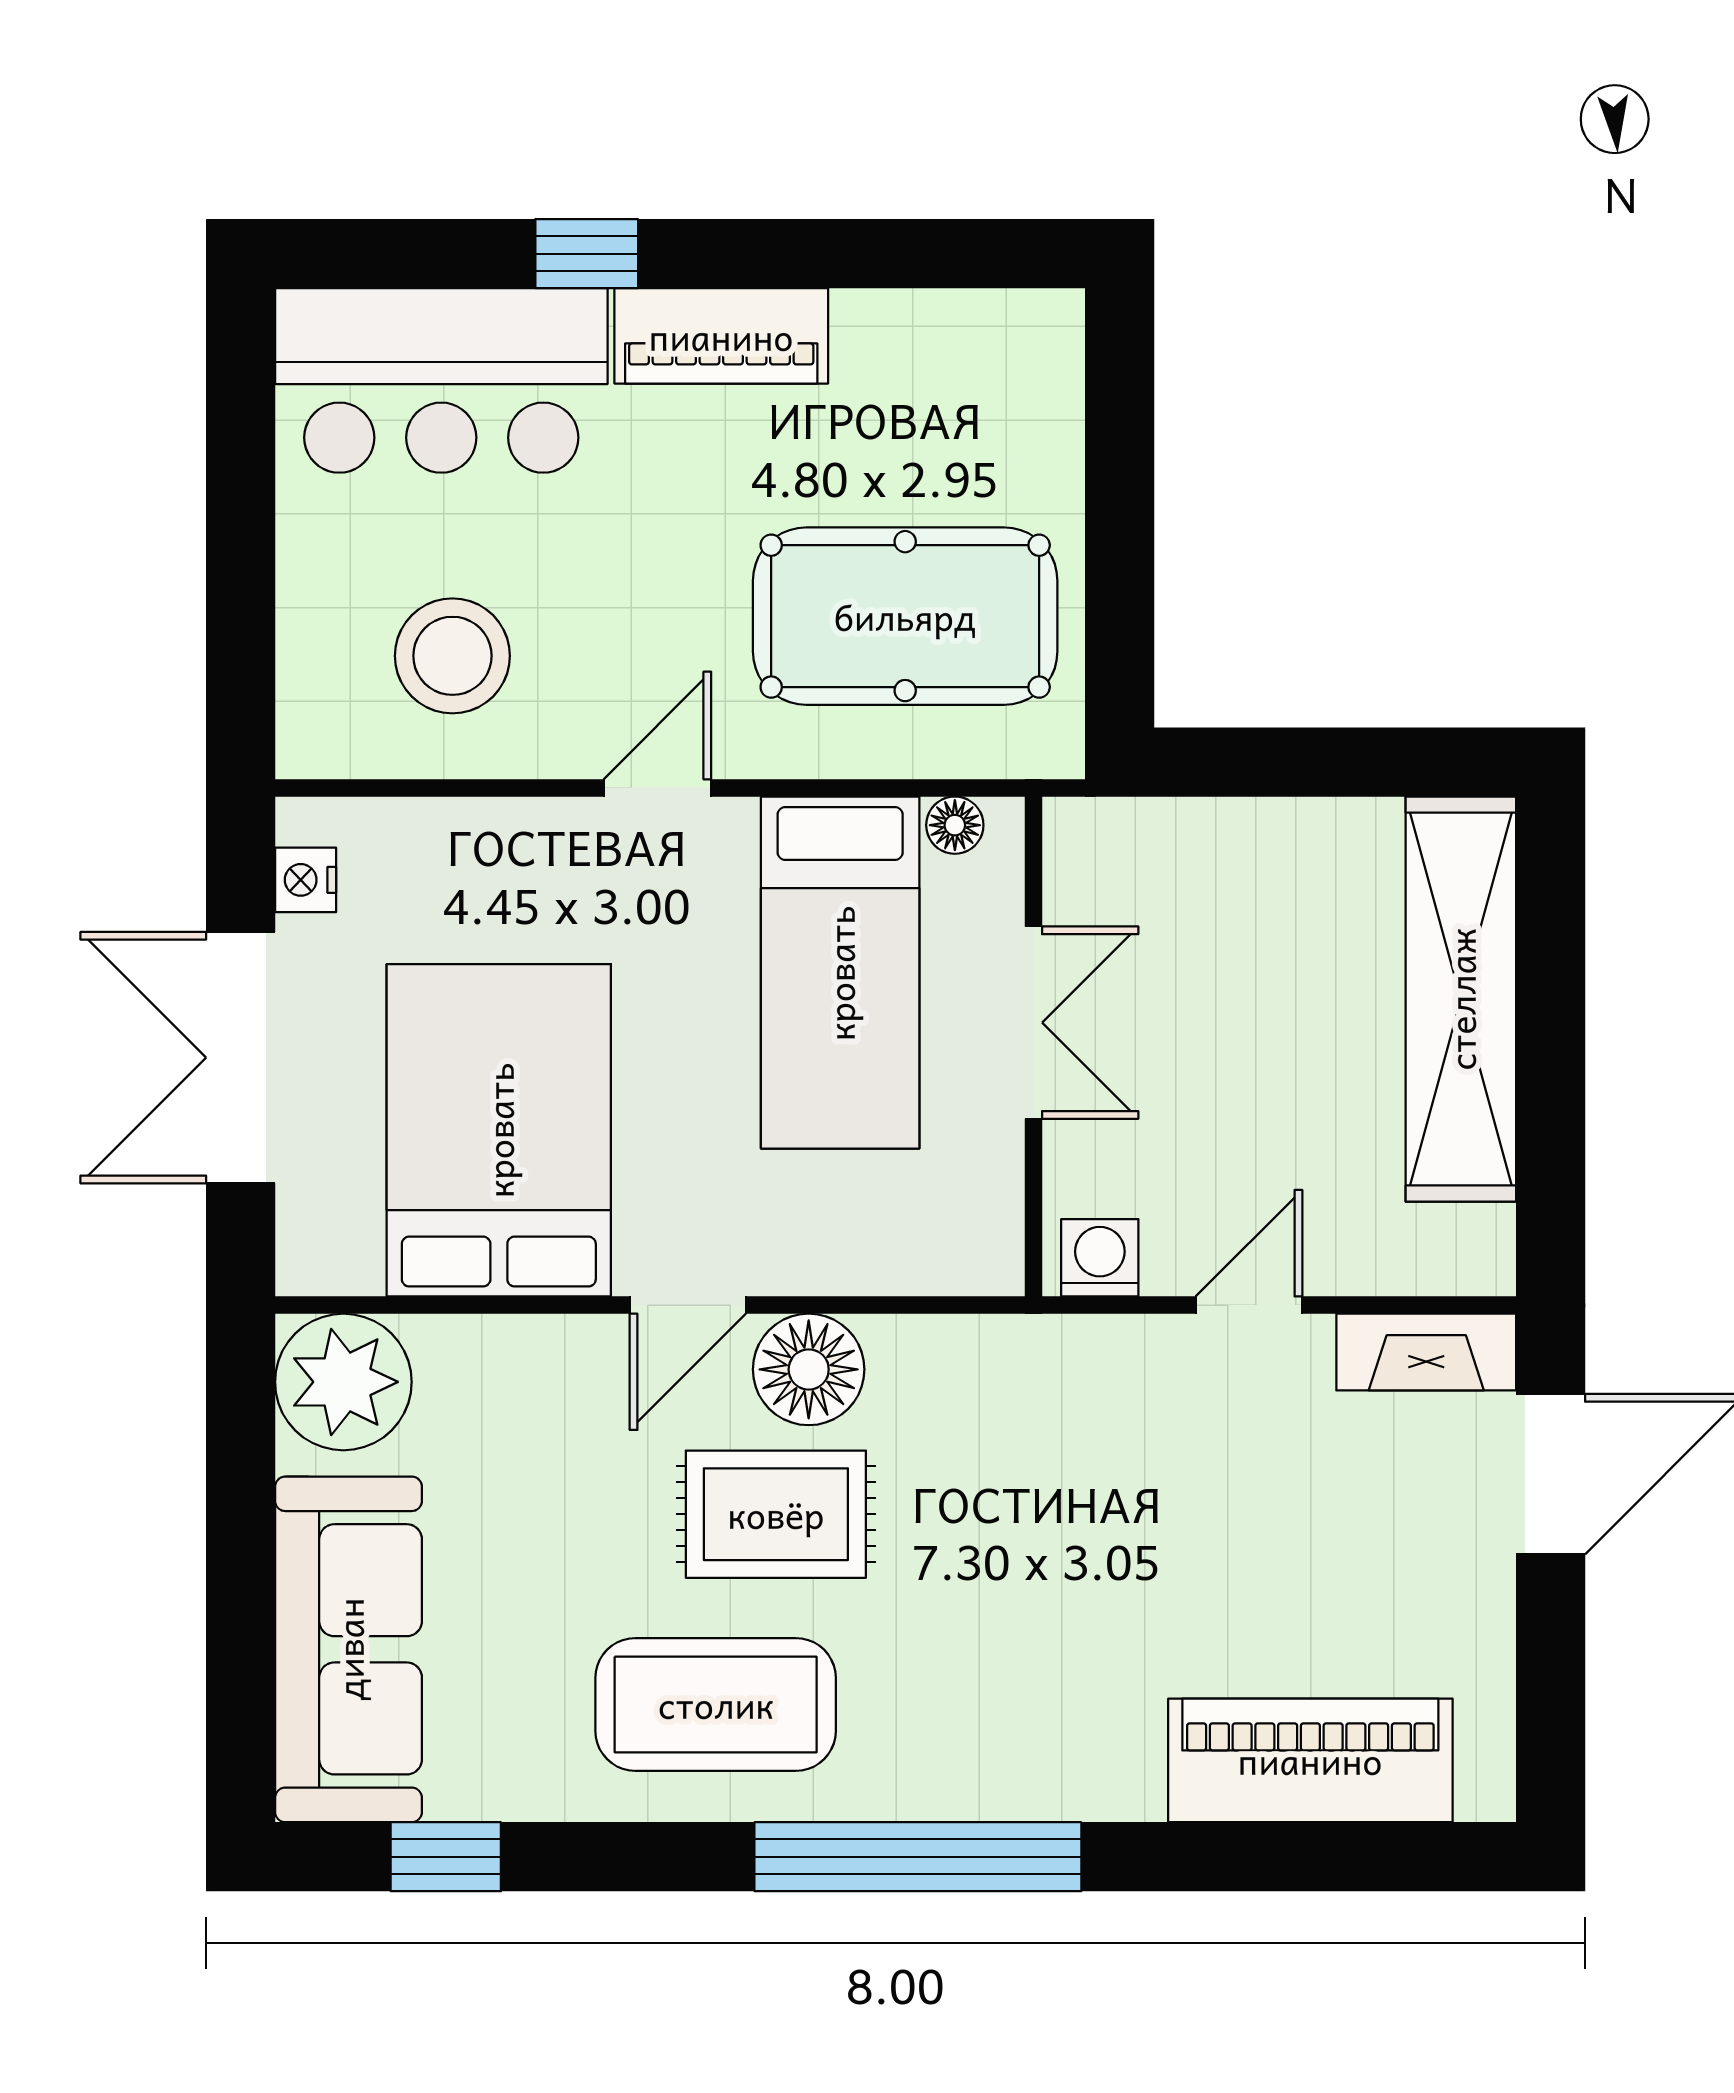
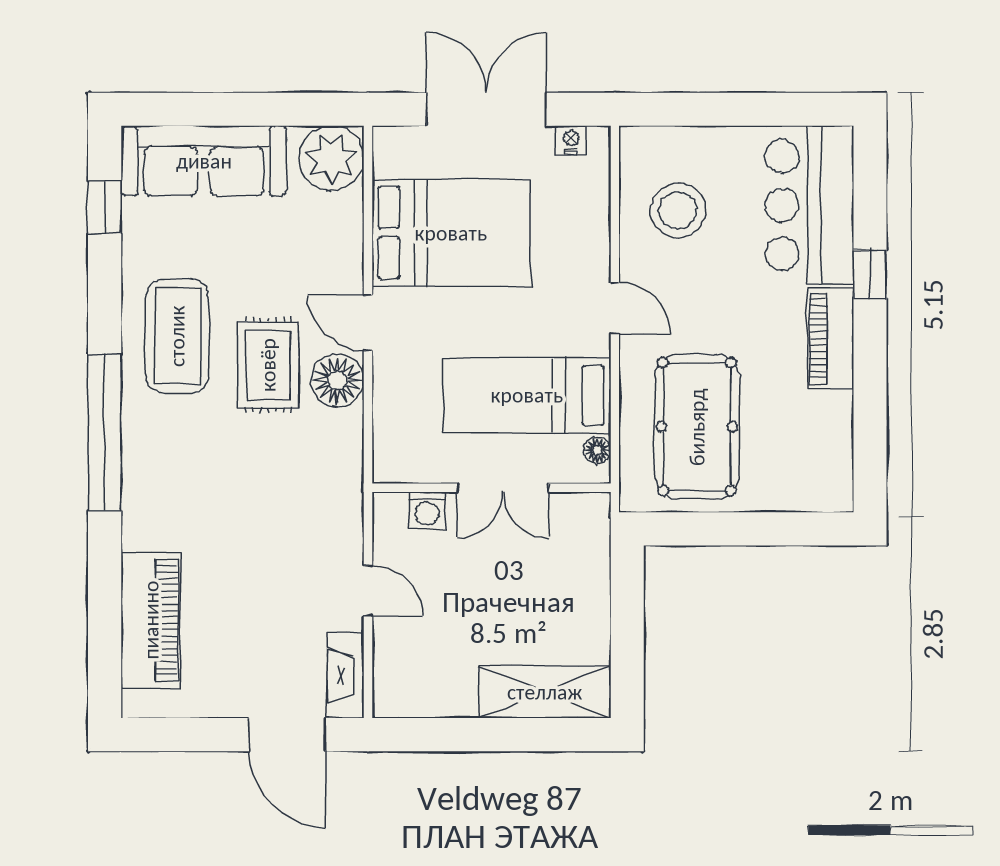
shelving: (1461, 999) -> (545, 692), width x0.68
washing machine: (1100, 1258) -> (427, 510), moved, turned 90

